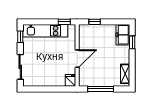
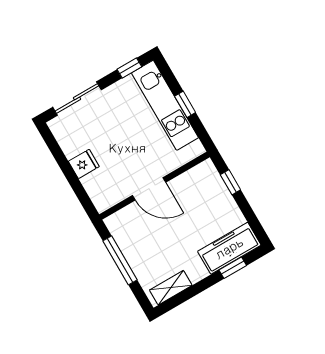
window: (64, 22) -> (185, 104), moved
freezer: (123, 35) -> (229, 248), width x1.40
fridge: (71, 80) -> (84, 164), moved

